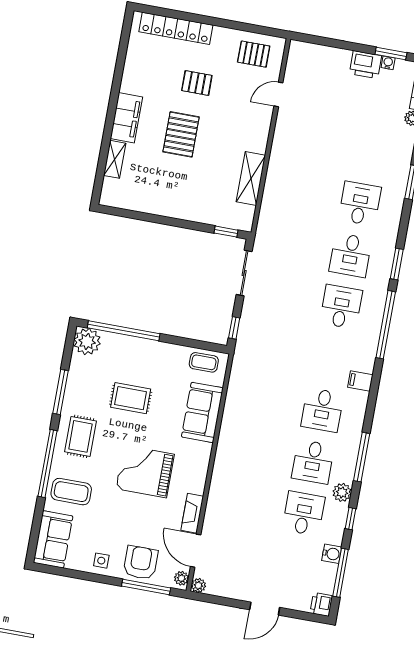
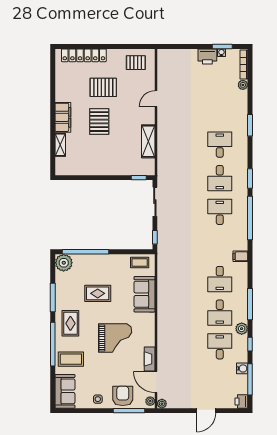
pallet: (197, 83) -> (103, 87), width x1.50, depth x1.42
door: (278, 94) -> (156, 99), moved
grand piano: (145, 471) -> (115, 338), turned 180

